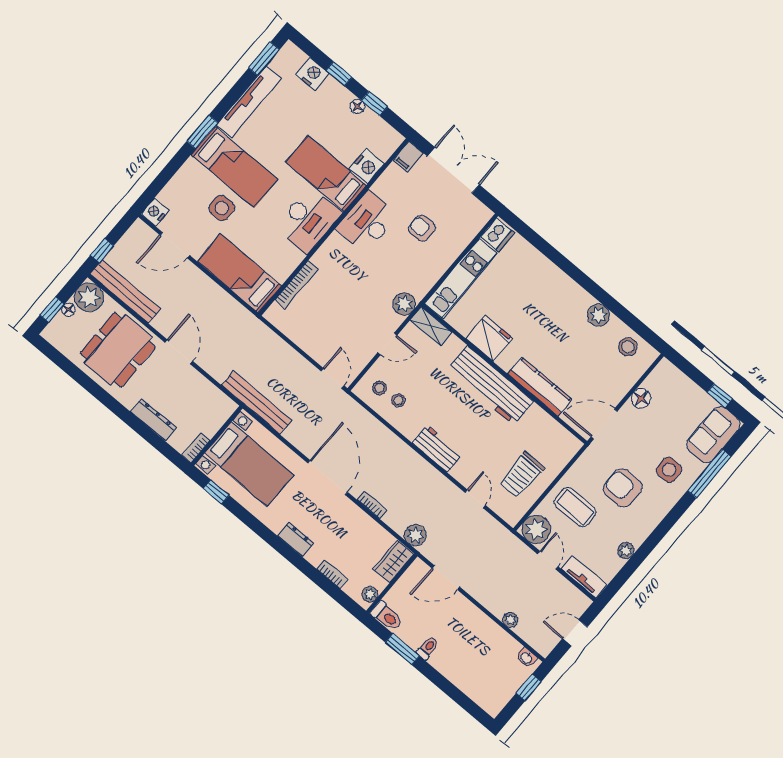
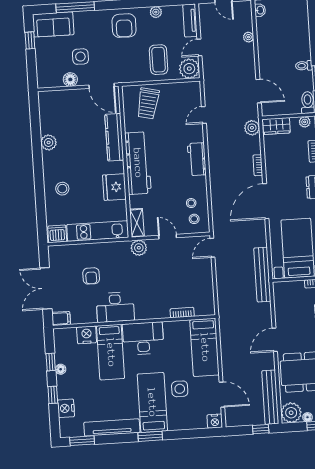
bookcase: (296, 285) -> (182, 313), width x0.64
stool: (628, 347) -> (62, 189), moved
side table: (669, 470) -> (80, 57), moved
trolley: (522, 475) -> (148, 103), moved, turned 103
armchair: (623, 488) -> (124, 26), moved

